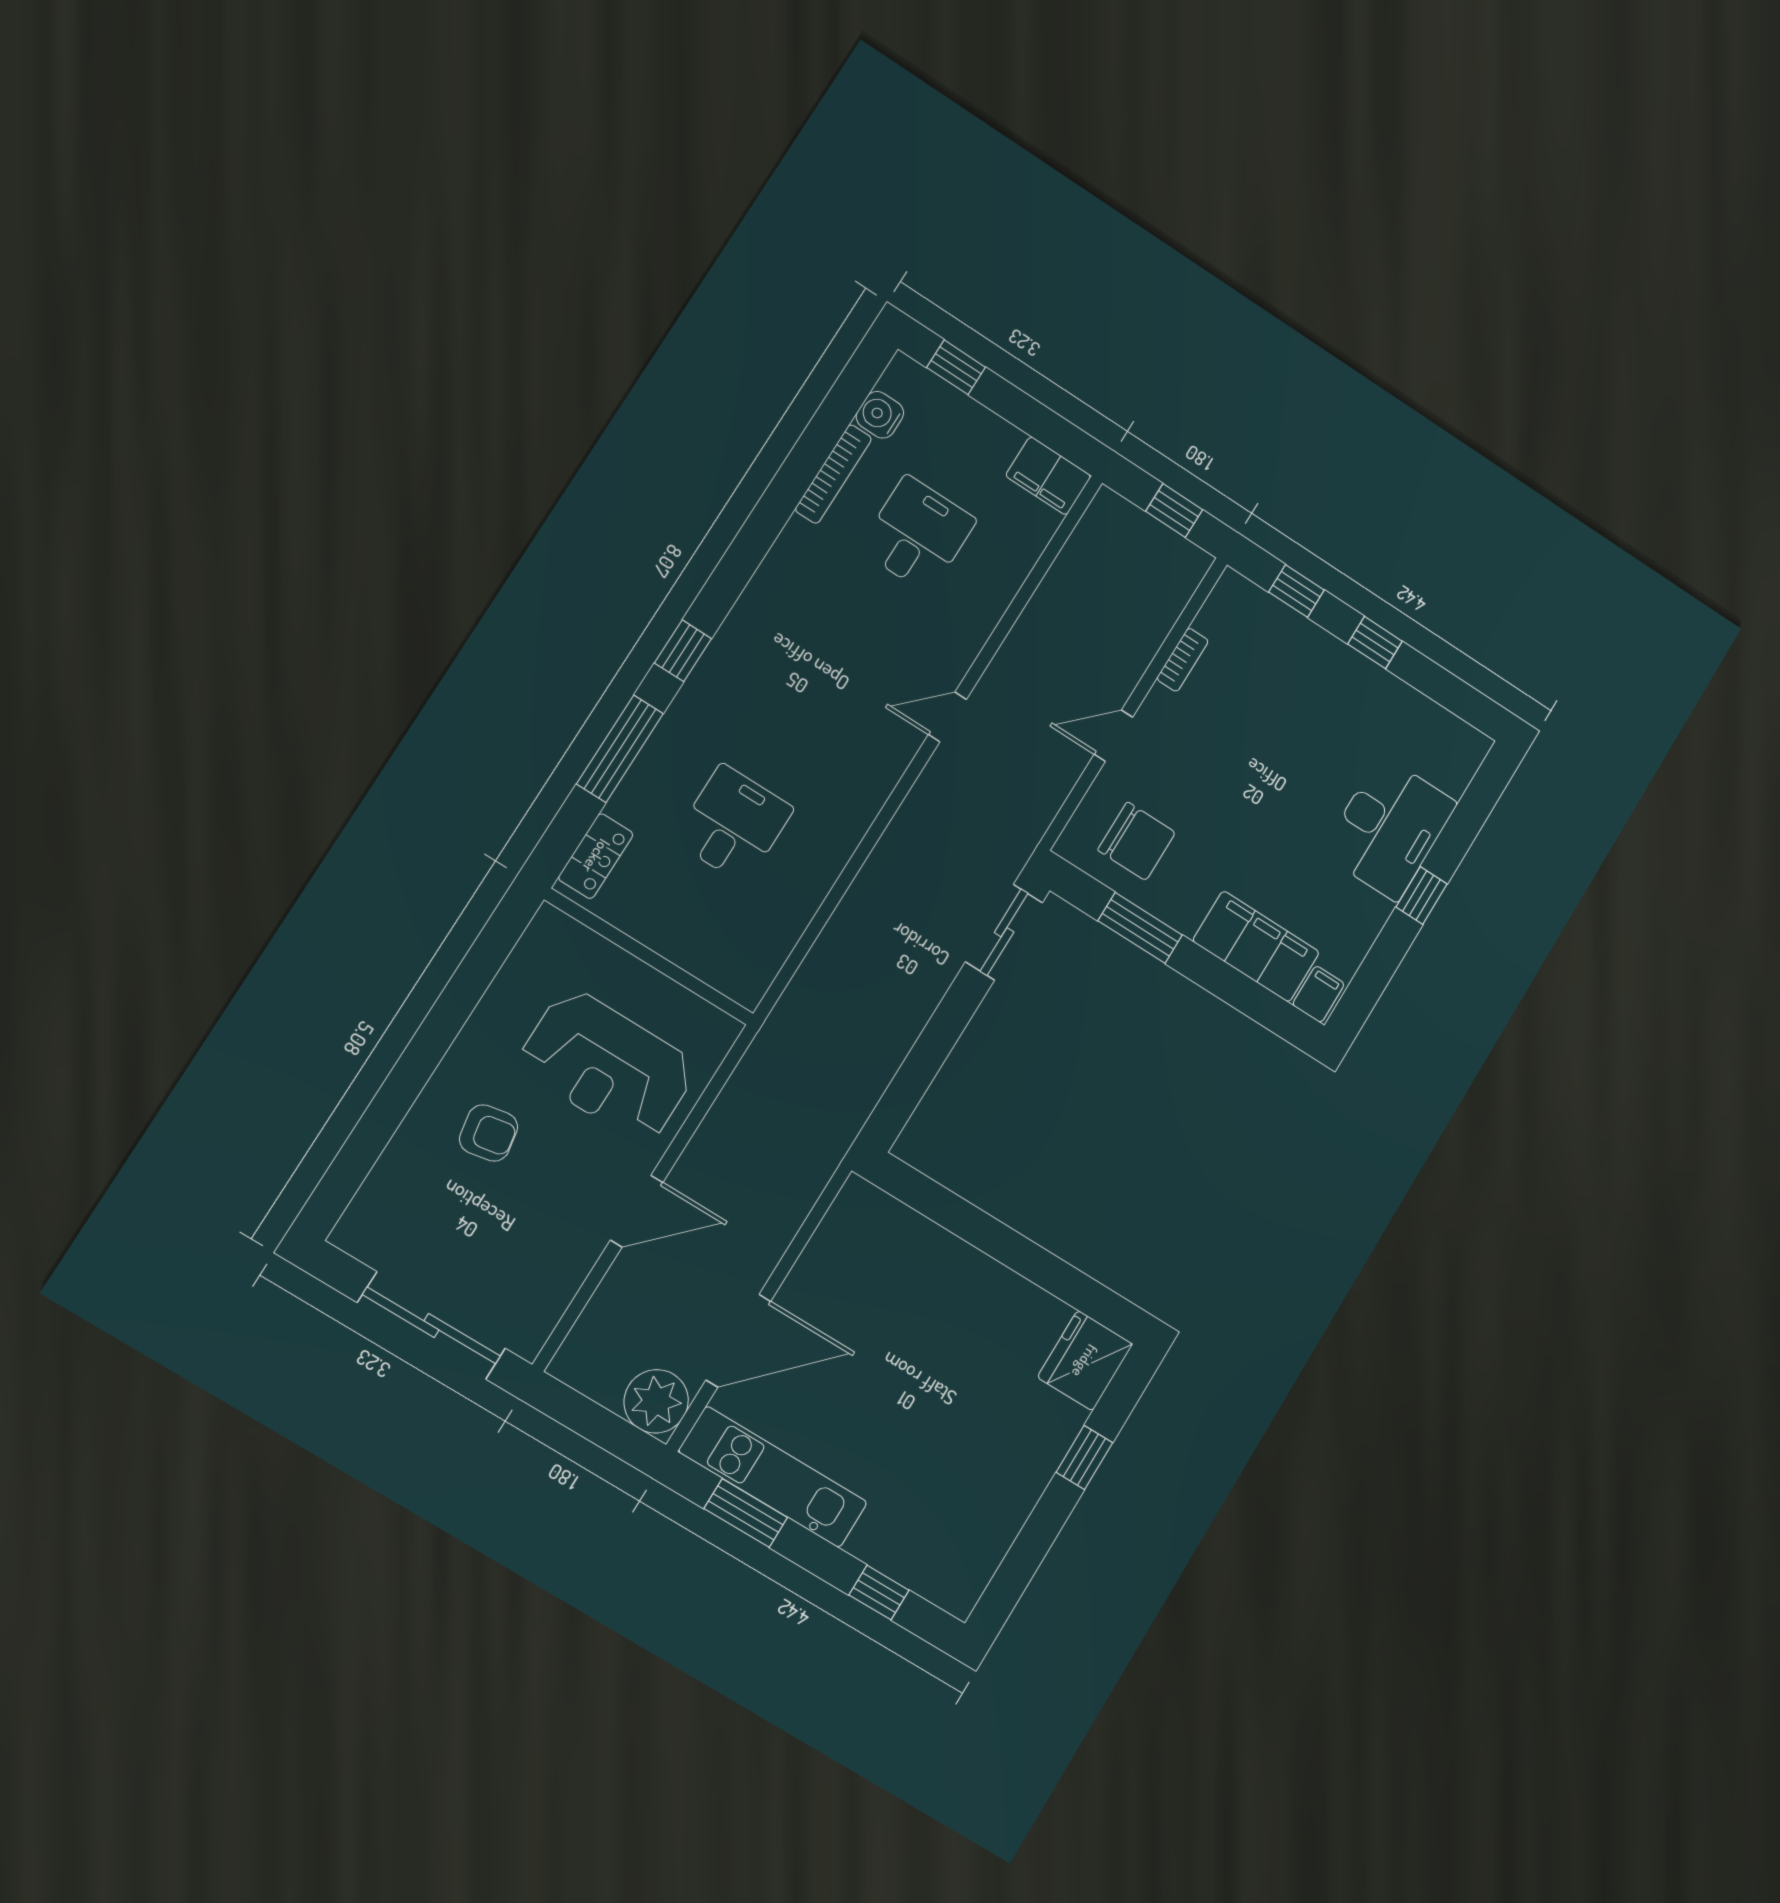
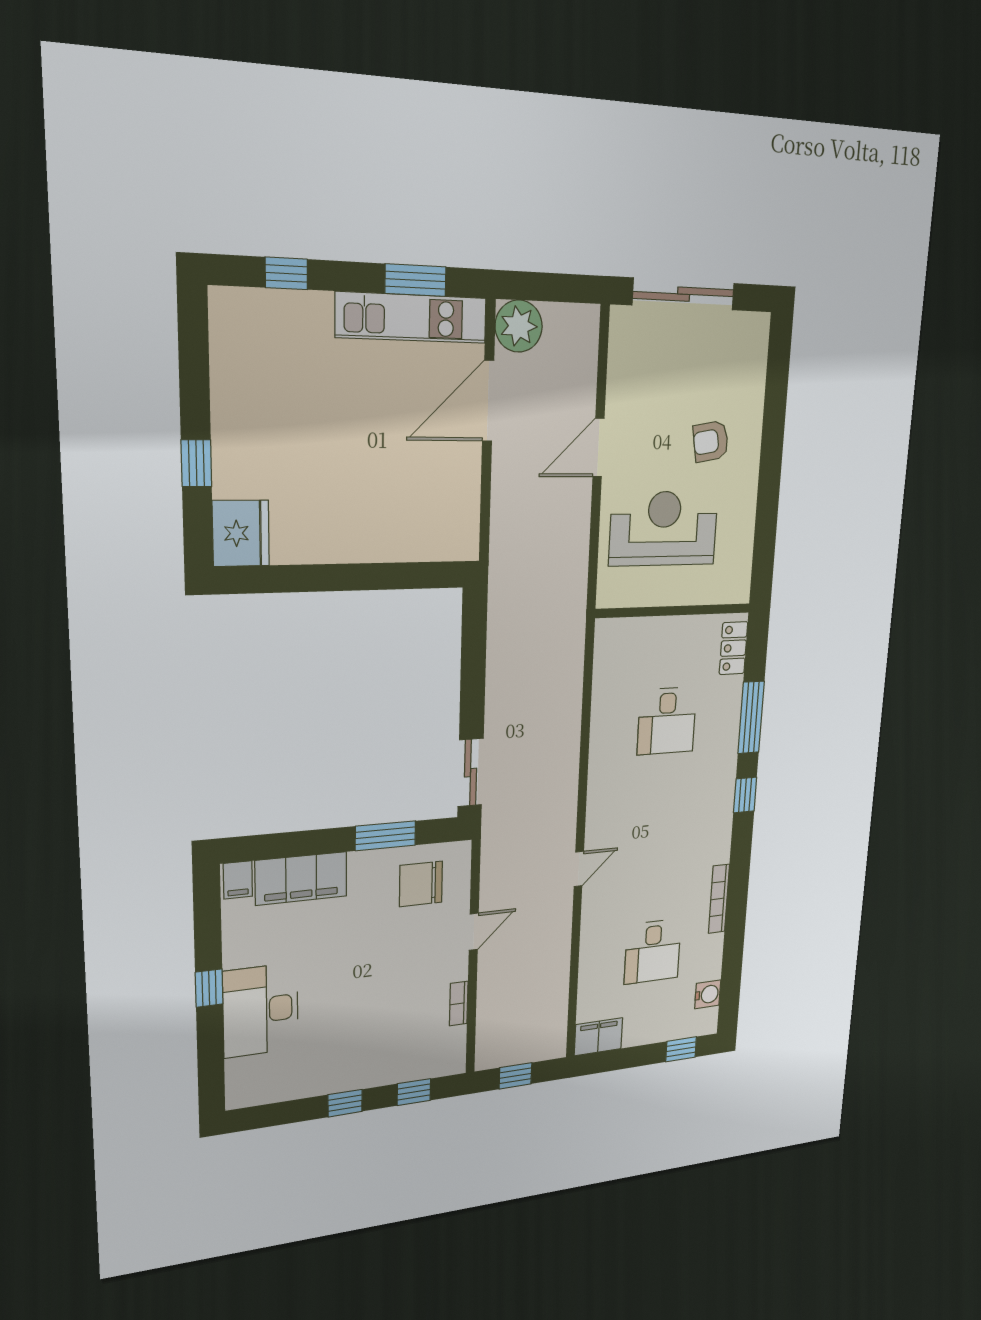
bookcase: (833, 474) -> (719, 899), moved

